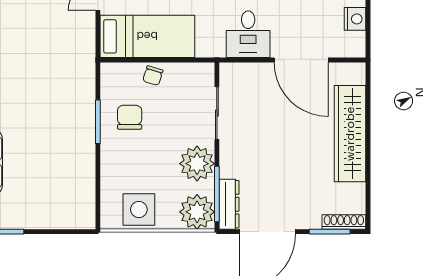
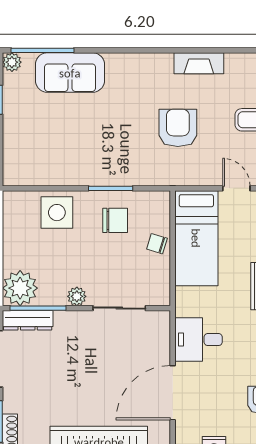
armchair: (38, 55) -> (178, 128), added
plant: (197, 164) -> (77, 296), width x0.53, depth x0.53
side table: (139, 210) -> (57, 213), moved

